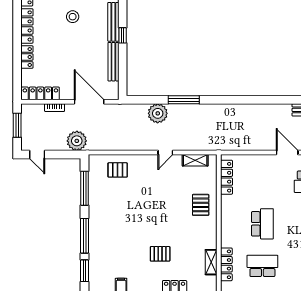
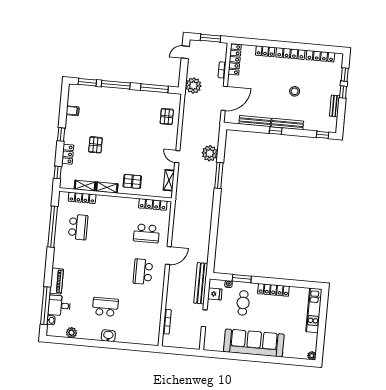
school desk: (262, 224) -> (146, 233), moved
shelving: (211, 235) -> (107, 187), added

